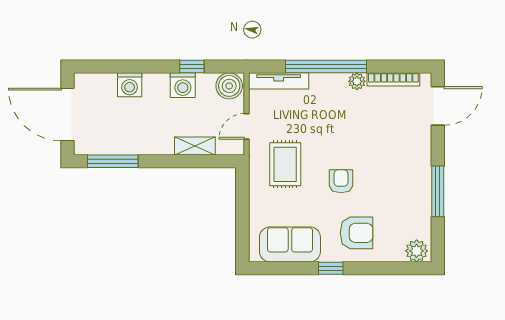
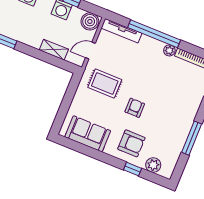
rug: (285, 164) -> (105, 84), turned 90
plant: (417, 251) -> (153, 165), moved
window: (331, 268) -> (133, 169), moved

